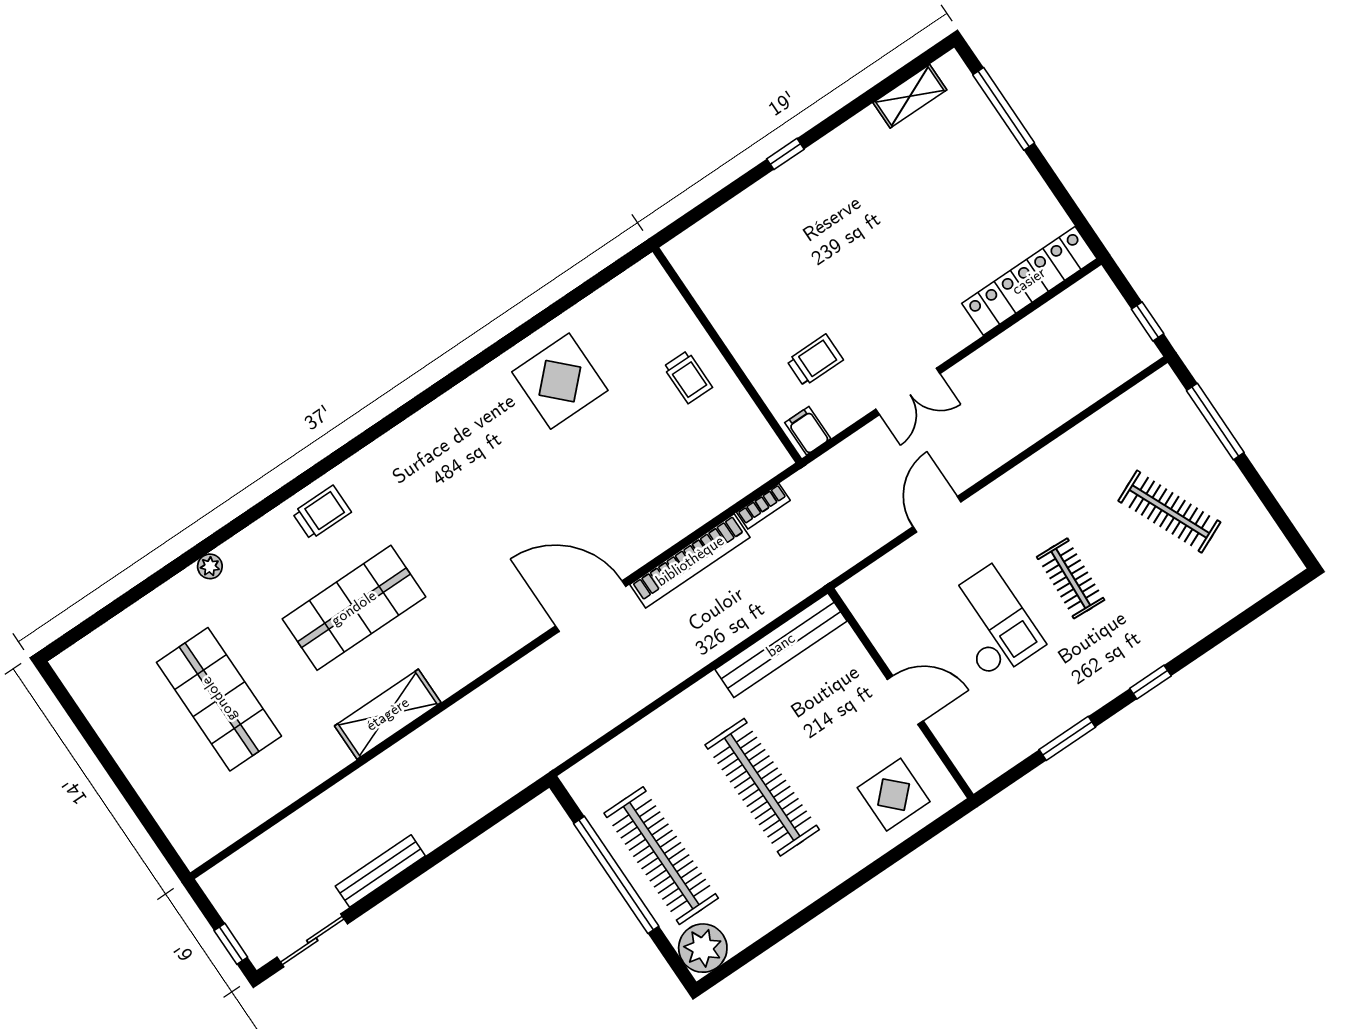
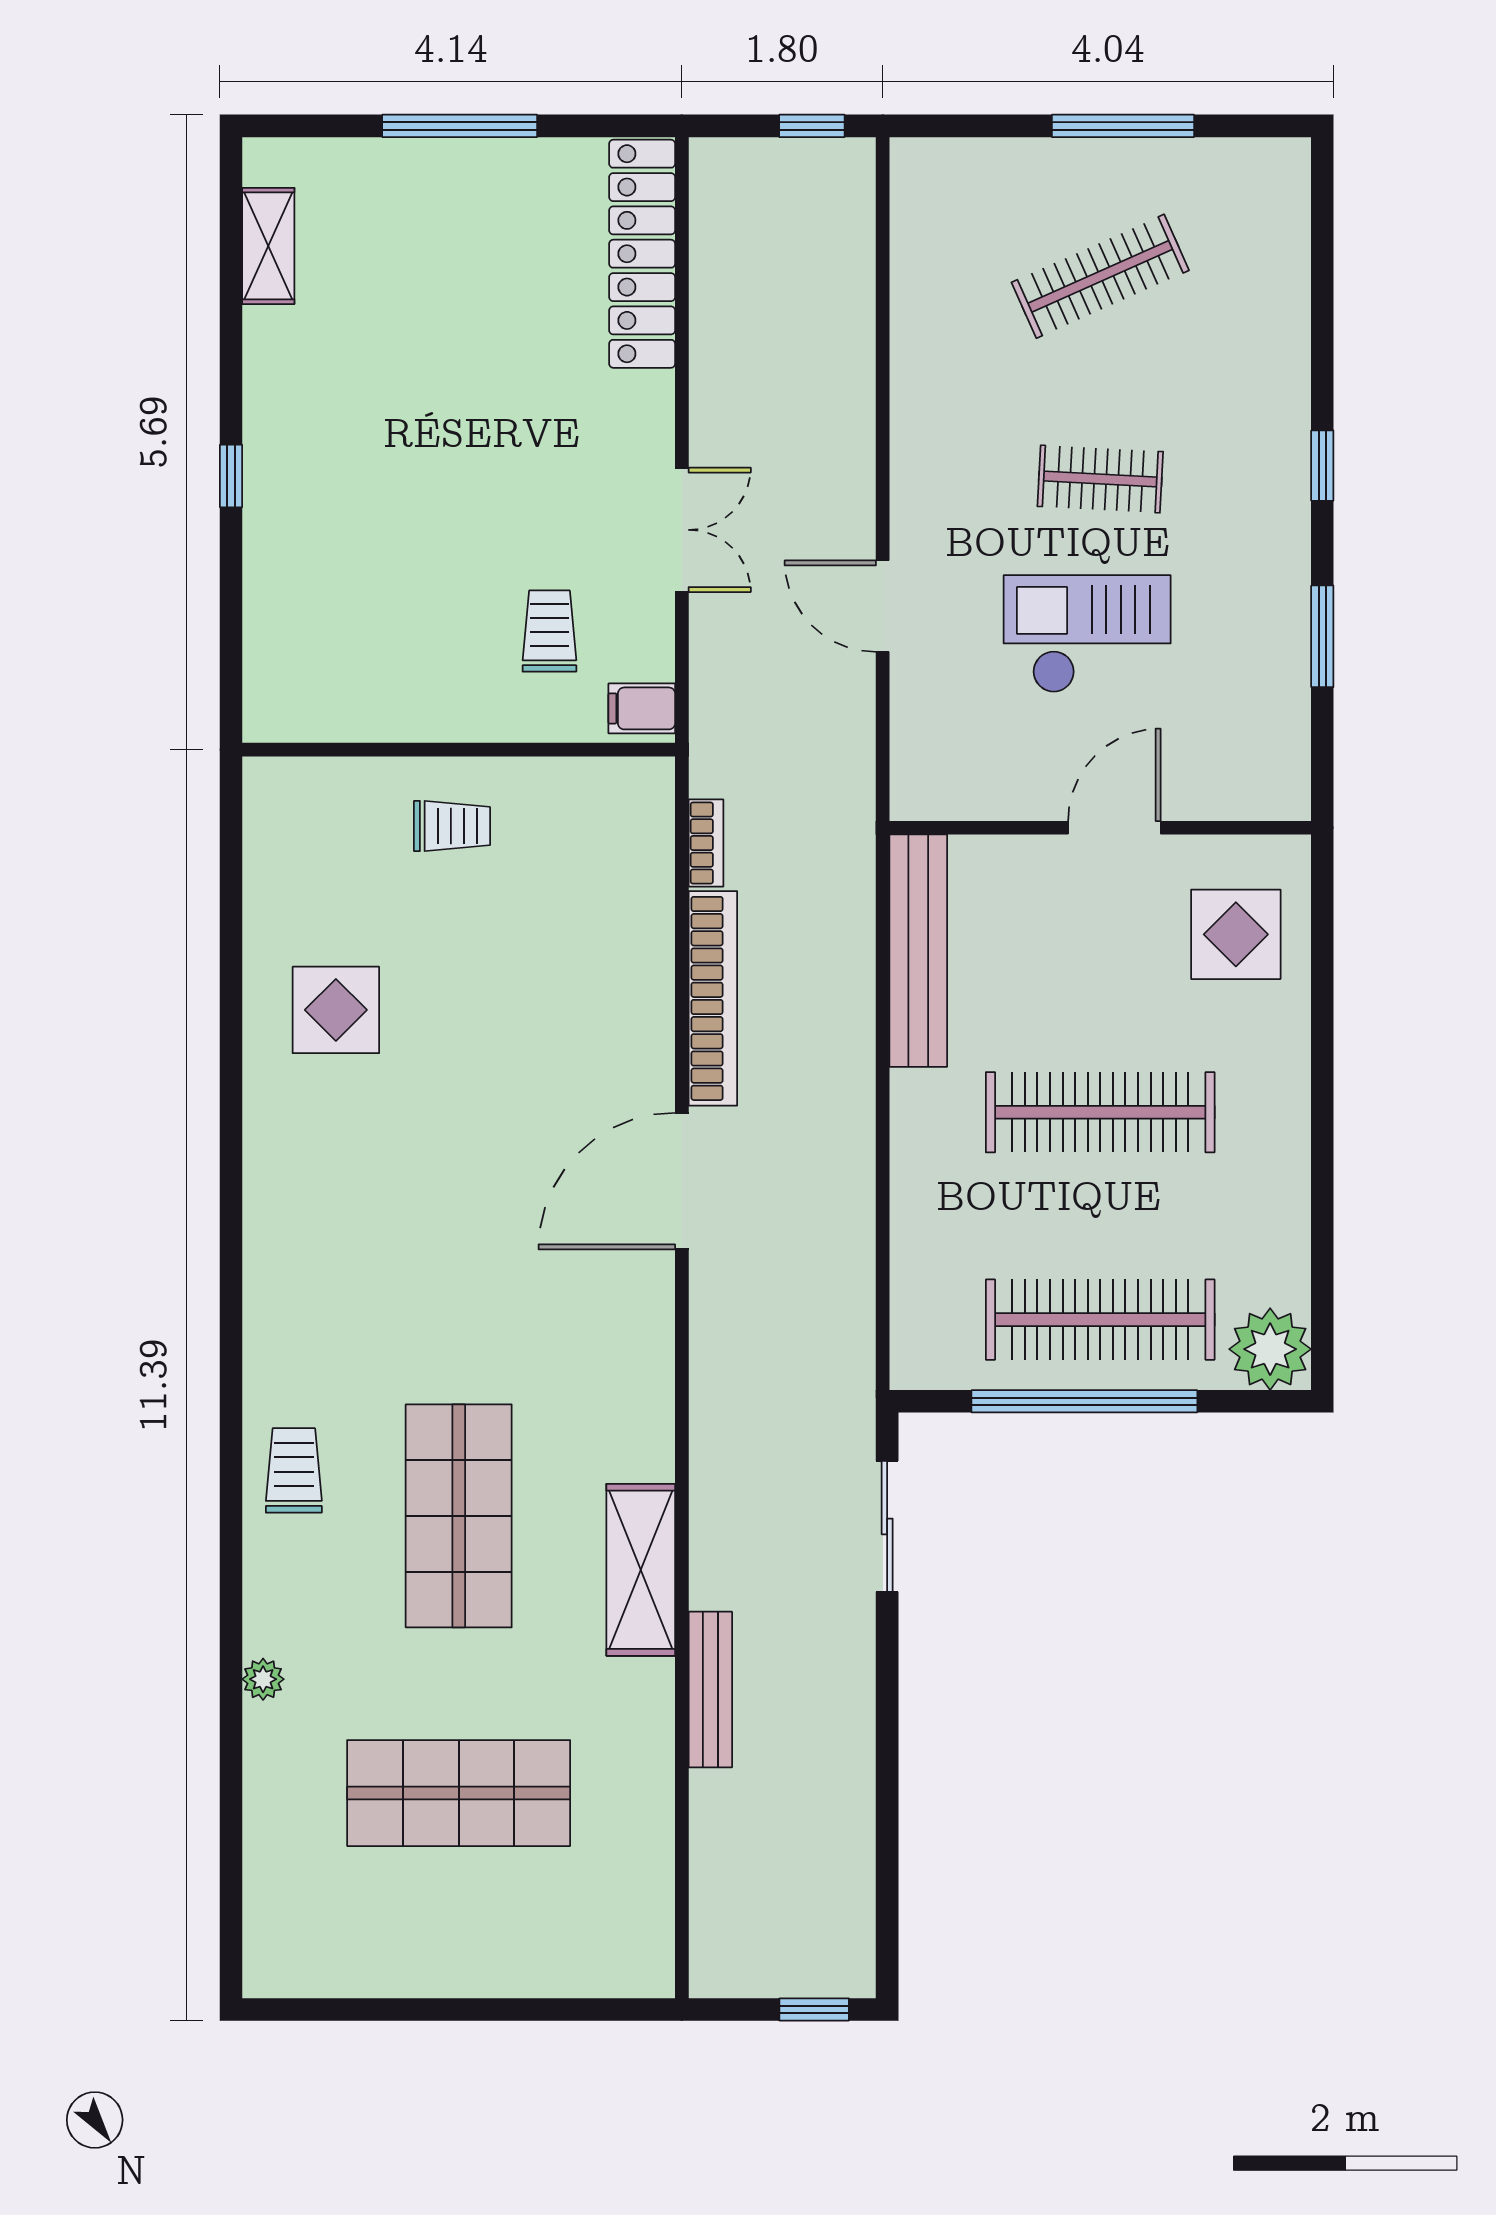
window: (1004, 109) -> (460, 126), moved
display table: (560, 381) -> (336, 1010), width x0.73, depth x0.73
window: (1215, 421) -> (1123, 126), moved
bench: (380, 871) -> (710, 1690), moved
sliding door: (312, 940) -> (887, 1526), moved

